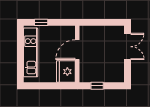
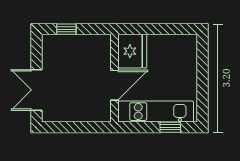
kitchen unit: (31, 52) -> (156, 112), moved, turned 90
window: (97, 86) -> (66, 29), moved

